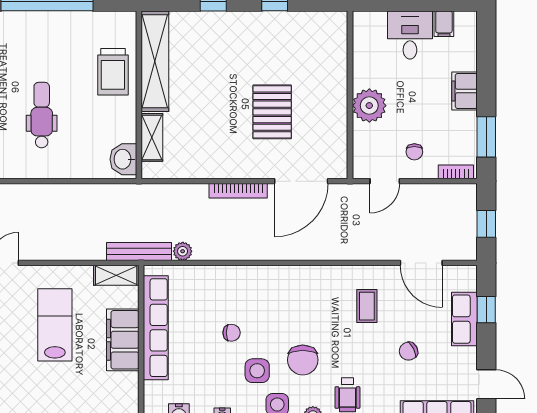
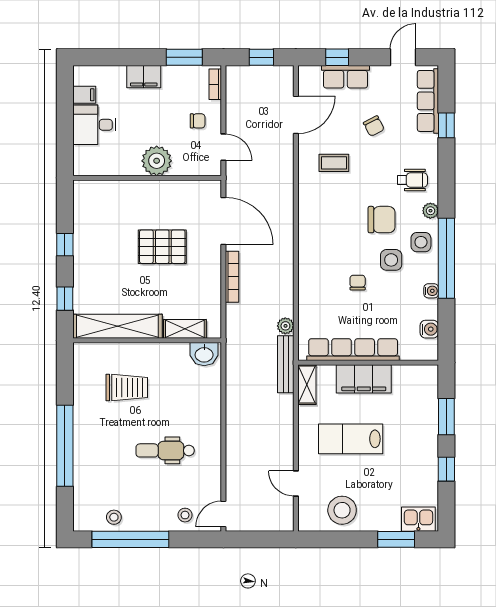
shelving: (155, 61) -> (117, 326), moved
wall: (139, 95) -> (147, 340), moved
shelving: (152, 137) -> (185, 329), moved
washbasin: (123, 159) -> (204, 354), moved

